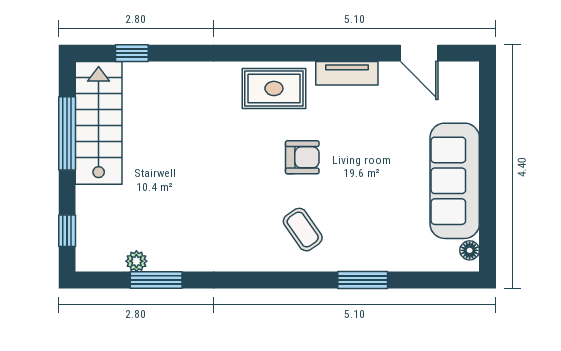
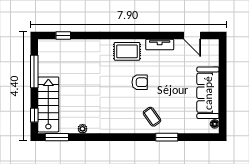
stairs: (99, 123) -> (48, 104), moved
coffee table: (303, 230) -> (152, 117), moved
plant: (136, 261) -> (83, 129), moved
window: (156, 280) -> (57, 137), moved

